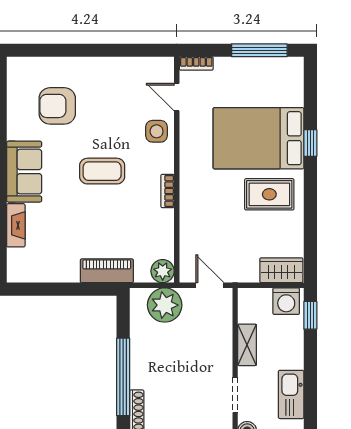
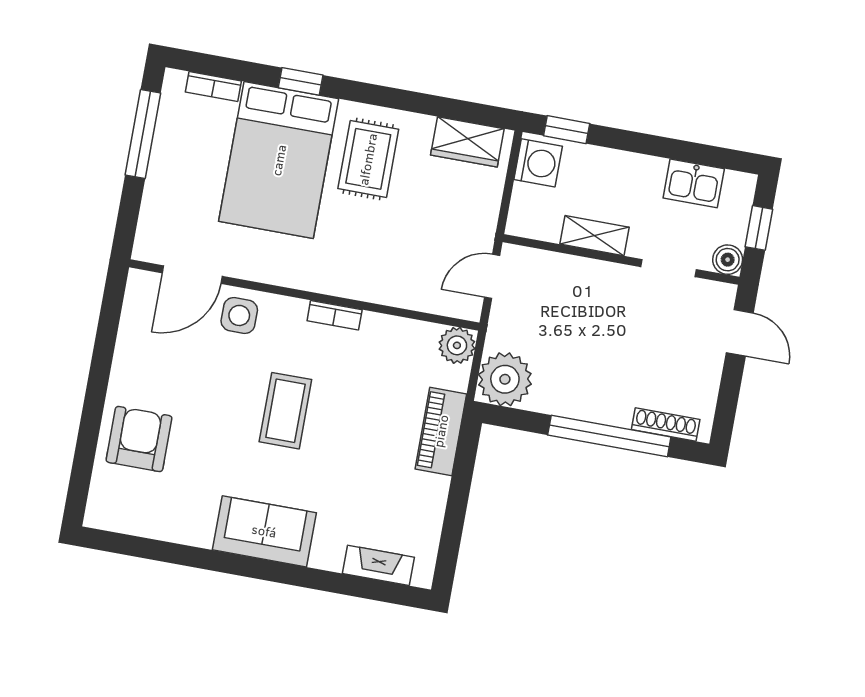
bookcase: (196, 63) -> (213, 87), moved, turned 90
door: (177, 97) -> (192, 275), width x1.38
armchair: (57, 106) -> (139, 439), moved, turned 180
fireplace: (16, 225) -> (378, 565), moved
wardrobe: (281, 270) -> (467, 142), moved, turned -90
plant: (165, 305) -> (505, 379), moved
kitchen sink: (291, 394) -> (694, 183), width x0.73

